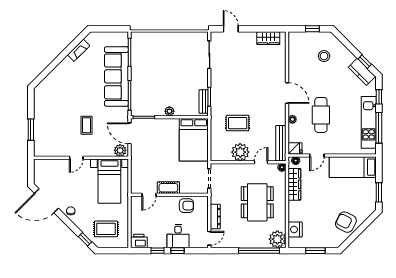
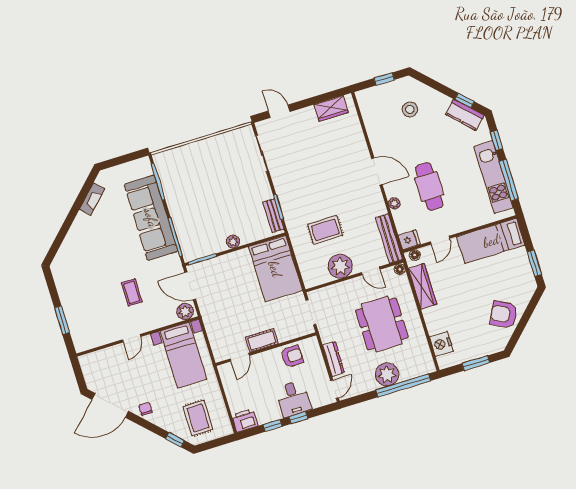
door: (261, 162) -> (371, 271), swing flipped
rug: (106, 229) -> (198, 418), turned 90
plant: (277, 239) -> (387, 374), moved

